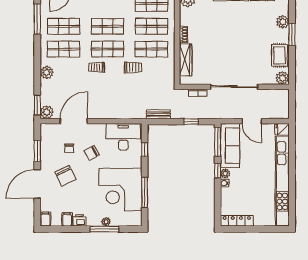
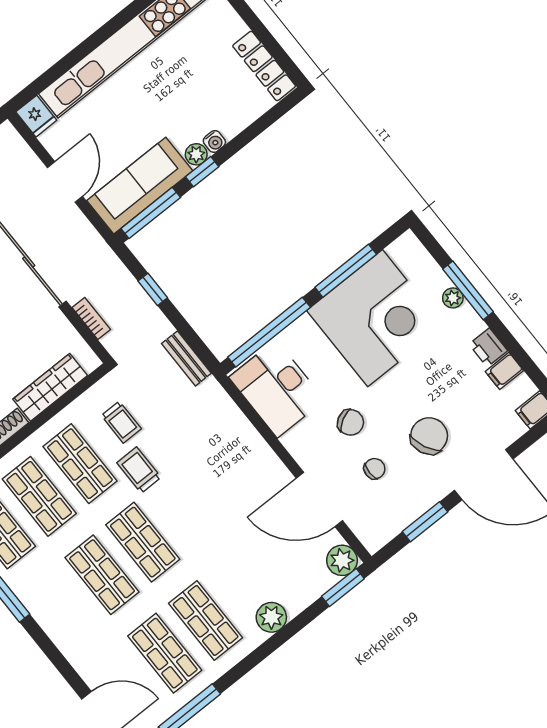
trolley: (97, 67) -> (121, 422), moved
window: (145, 150) -> (269, 332), width x3.17

